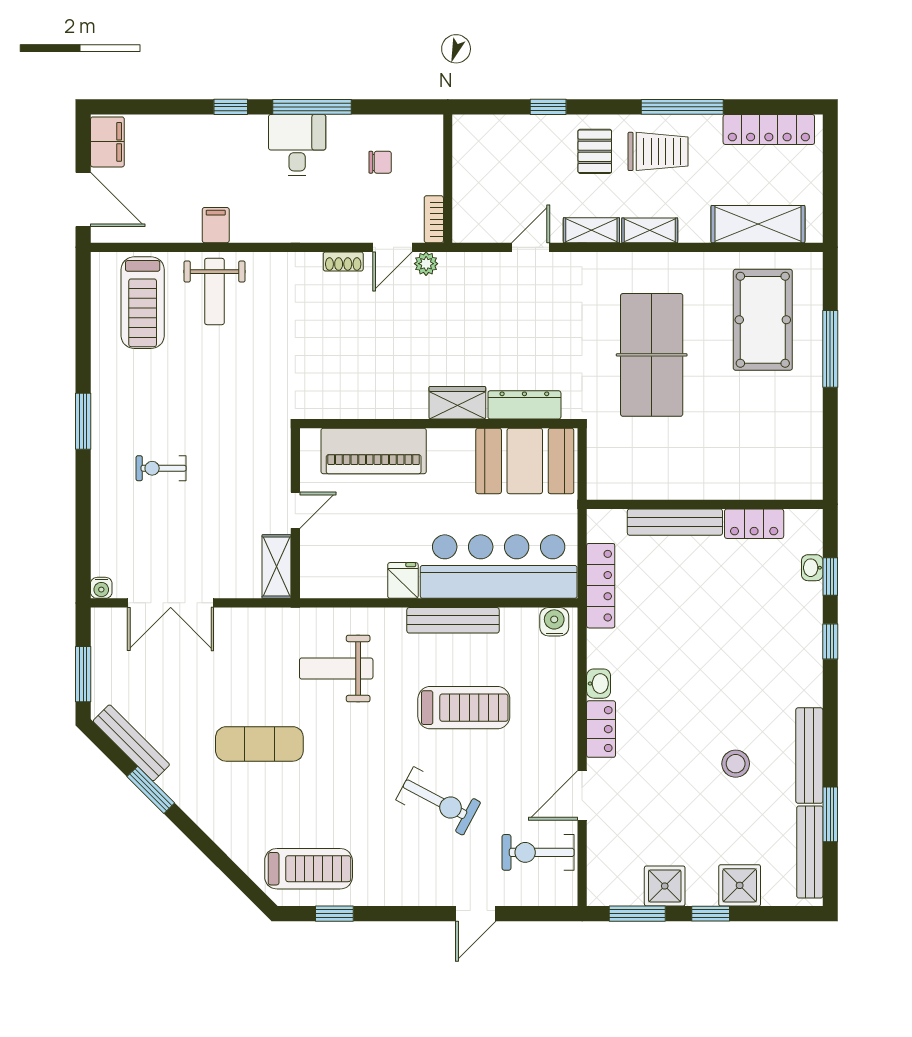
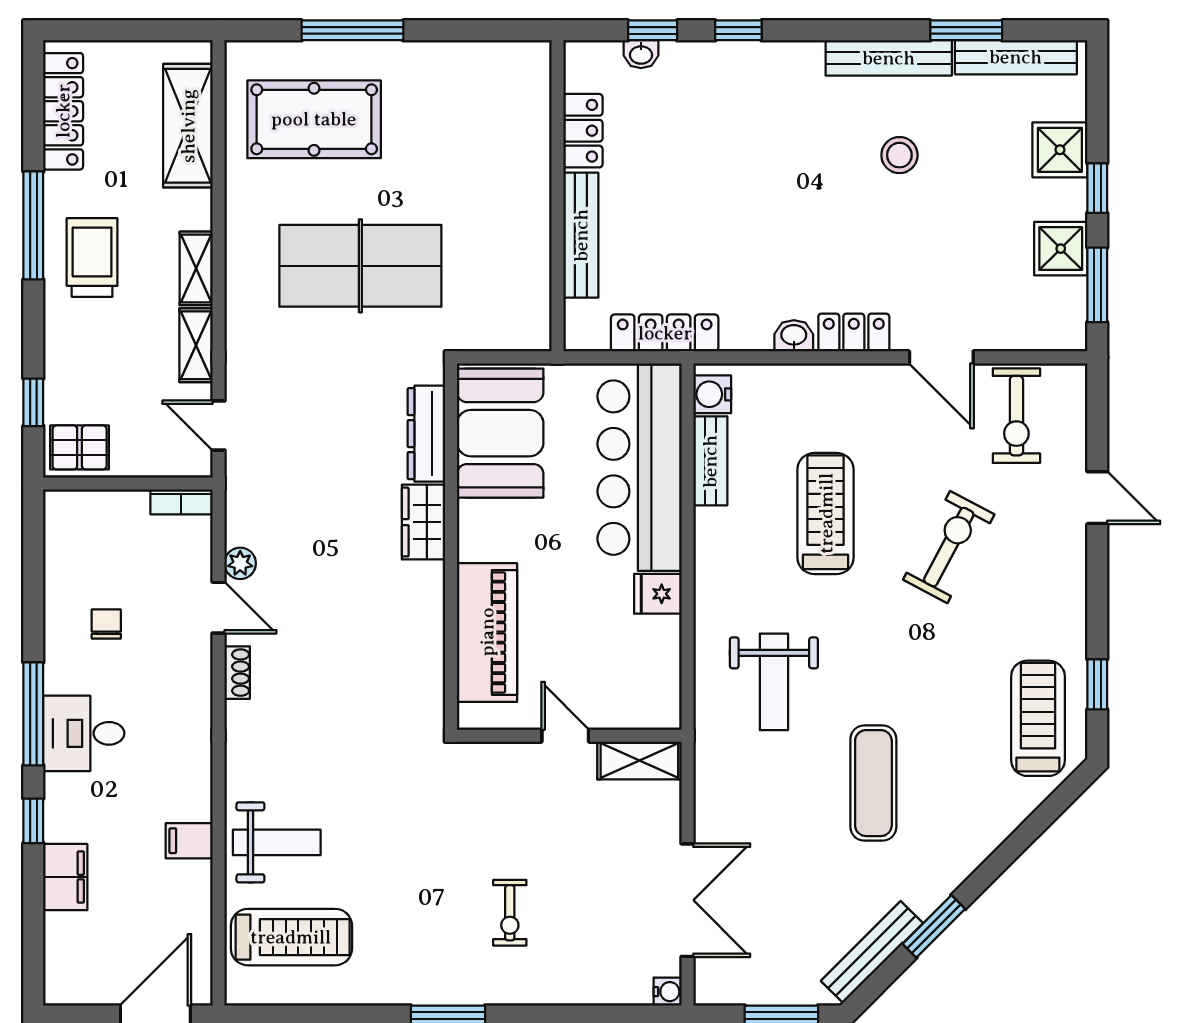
filing cabinet: (107, 142) -> (65, 877), moved, turned 90
pallet: (595, 151) -> (80, 447), moved
wall: (448, 179) -> (128, 483), moved
bookcase: (434, 219) -> (181, 502), moved
bench: (453, 620) -> (710, 461), moved, width x0.73

